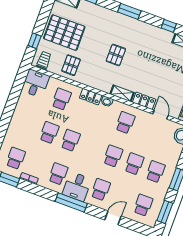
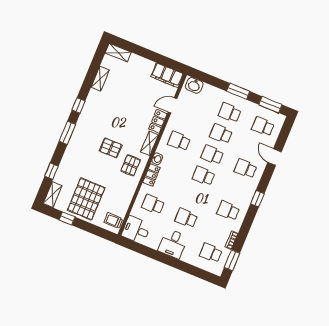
window: (169, 26) -> (79, 106), moved
window: (35, 41) -> (67, 218), moved
pallet: (71, 65) -> (131, 165), moved, turned 90
school desk: (70, 140) -> (204, 176), moved
desk: (77, 187) -> (173, 244), moved, turned 90
window: (71, 203) -> (257, 199), width x0.46

